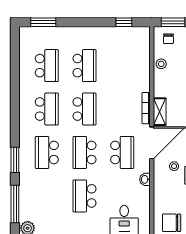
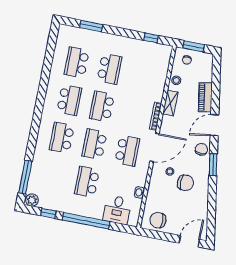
window: (43, 22) -> (91, 26), moved
school desk: (47, 66) -> (77, 62), turned 180
school desk: (85, 109) -> (102, 106), turned 180
shelving: (160, 112) -> (170, 103), moved
window: (15, 160) -> (33, 139), removed
washbasin: (145, 179) -> (139, 192), moved

